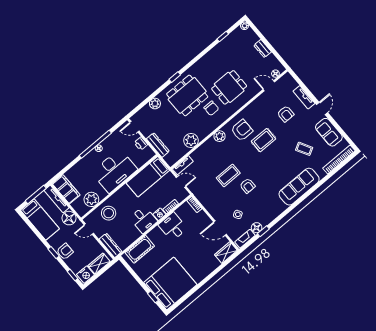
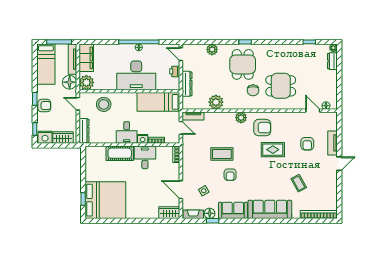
dresser: (263, 49) -> (332, 61), moved
dining table: (187, 95) -> (243, 64), width x0.73
sofa: (329, 132) -> (233, 210), moved, turned 90
plant: (91, 199) -> (86, 82), moved
cot: (140, 249) -> (120, 153), moved

